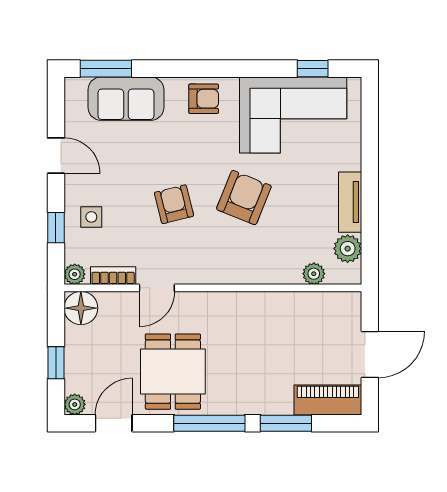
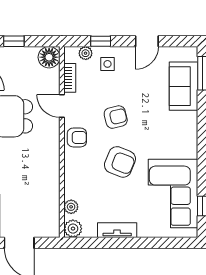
armchair: (204, 99) -> (77, 137), moved, turned -90
plant: (348, 249) -> (73, 229), moved
plant: (75, 274) -> (86, 53), moved

